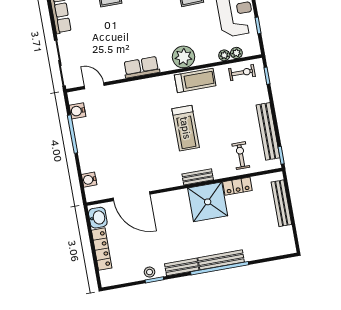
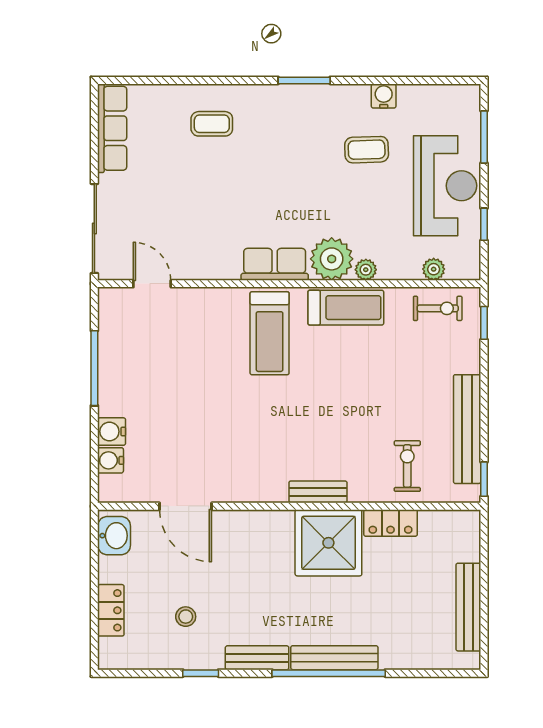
plant: (224, 55) -> (366, 270), moved
row of seats: (141, 67) -> (275, 264), moved
water cooler: (77, 111) -> (112, 432), moved
treadmill: (186, 128) -> (270, 333), moved
door: (132, 196) -> (186, 506), width x0.73
bench: (281, 203) -> (468, 607), moved
locker: (102, 249) -> (111, 610), width x0.66
stool: (150, 272) -> (186, 617), moved

